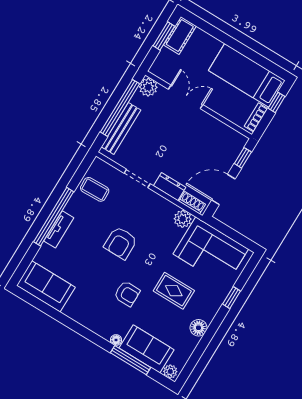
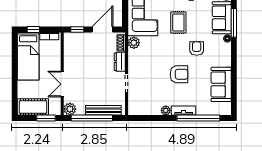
cot: (180, 35) -> (33, 107), width x1.37, depth x1.34
window: (164, 36) -> (46, 118), moved
coffee table: (95, 189) -> (148, 104), removed
door: (223, 190) -> (102, 30), swing flipped
plant: (73, 207) -> (166, 110), added
window: (54, 217) -> (198, 118), moved
armchair: (121, 243) -> (179, 74), moved
sofa: (46, 286) -> (221, 84), moved

